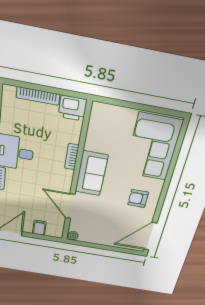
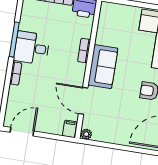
filing cabinet: (39, 228) -> (70, 129), moved

